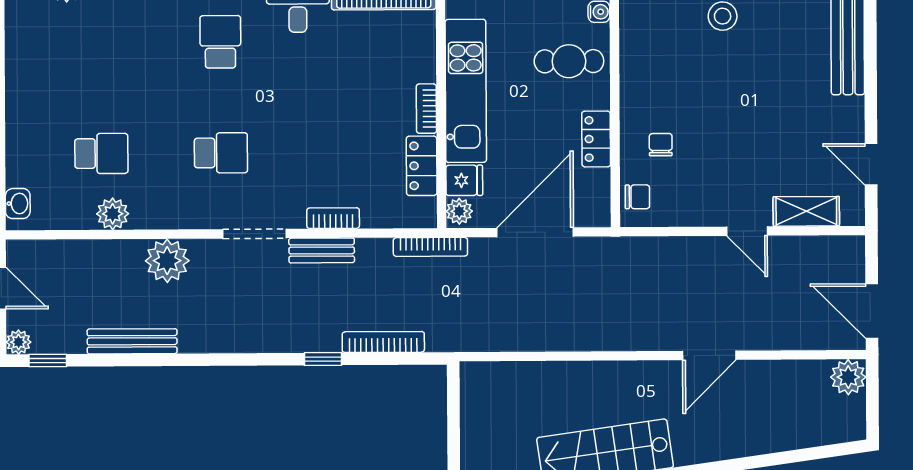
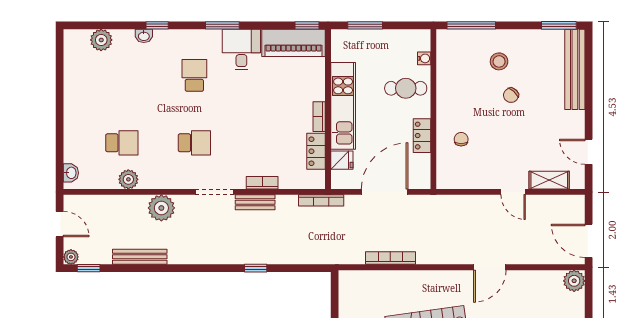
chair: (637, 197) -> (511, 95), moved, turned 132
plant: (459, 211) -> (339, 179), removed
bookcase: (383, 342) -> (390, 258), moved

